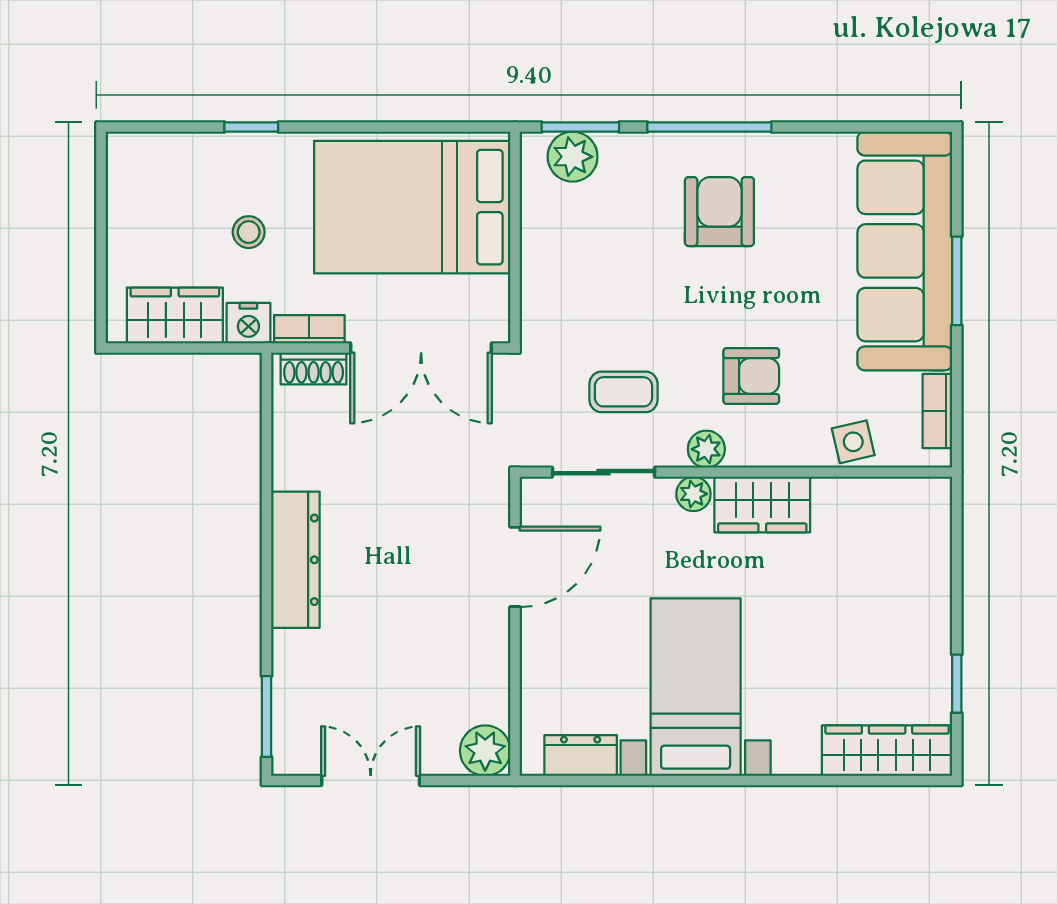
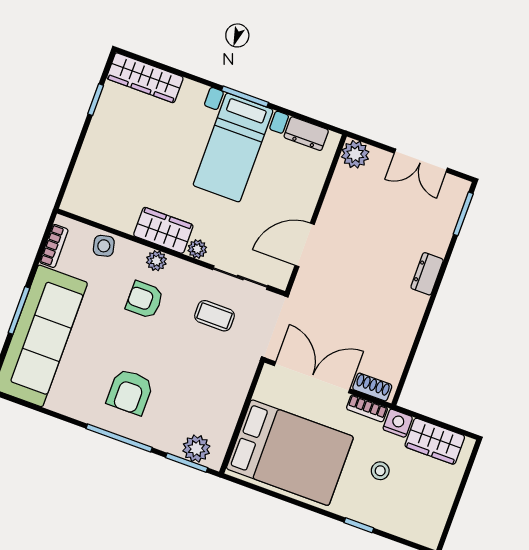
plant: (706, 449) -> (156, 261), moved
dresser: (295, 560) -> (427, 274), width x0.51, depth x0.80
window: (707, 780) -> (245, 97), added

